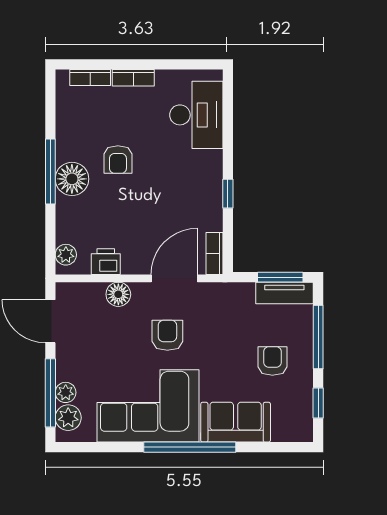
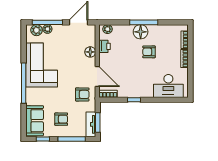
armchair: (167, 335) -> (82, 94), moved
sofa: (236, 422) -> (35, 121), moved

